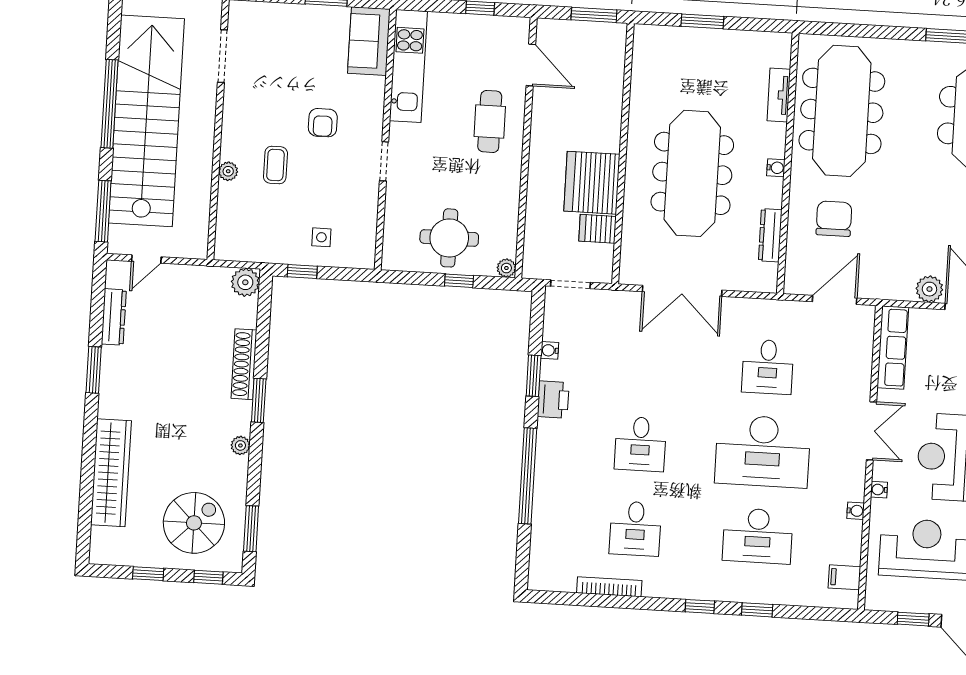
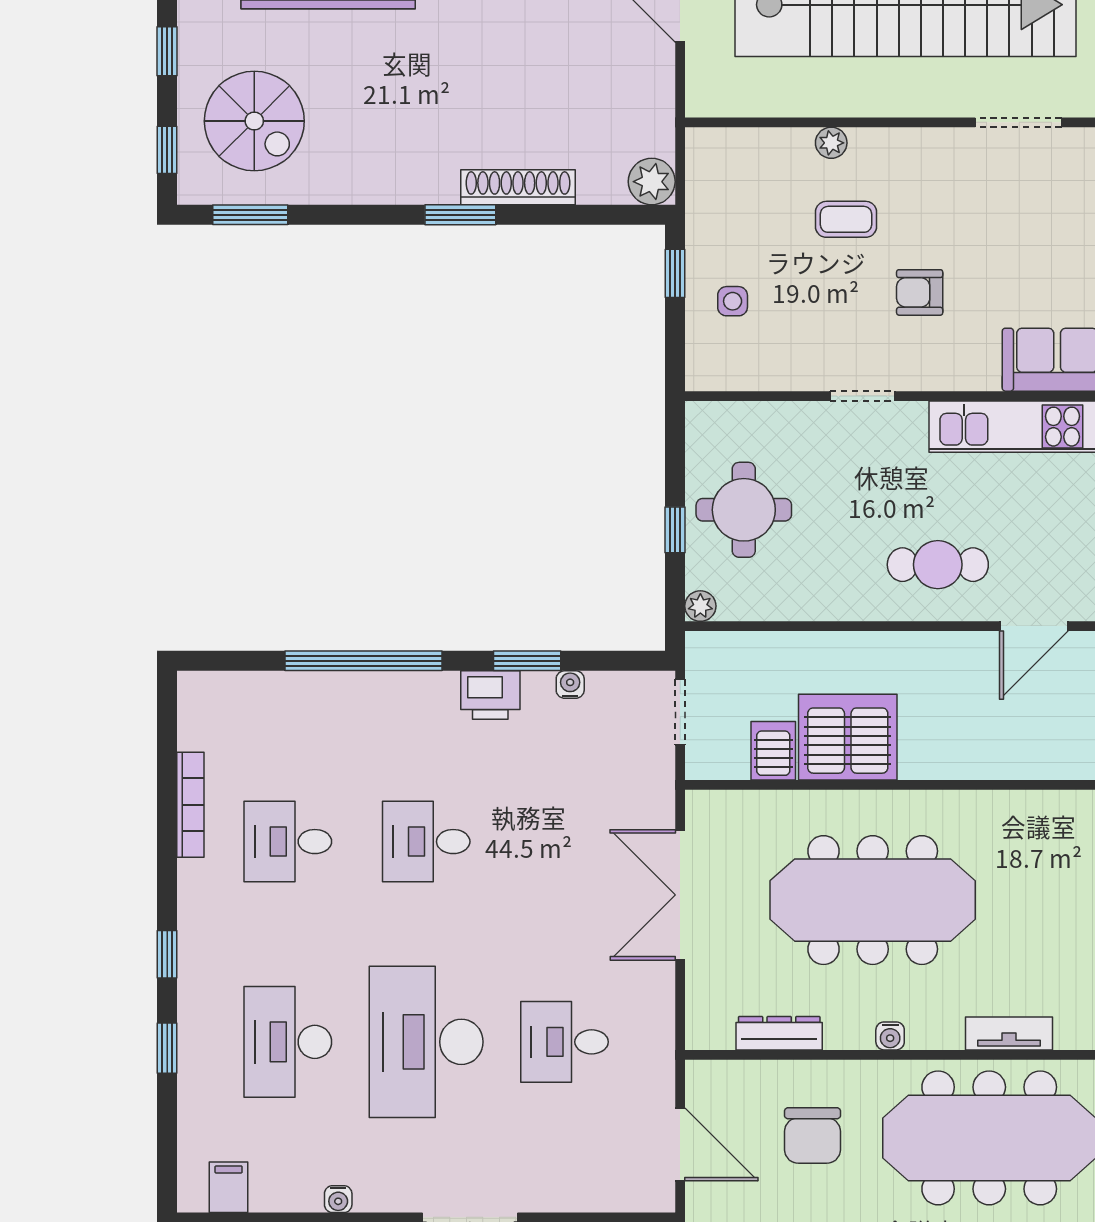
chair: (834, 219) -> (812, 1136), turned 90
plant: (240, 445) -> (385, 189), removed

